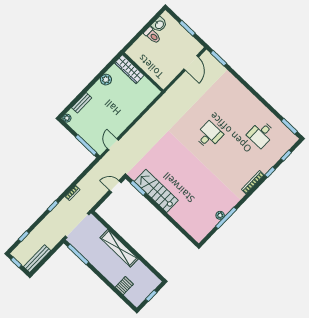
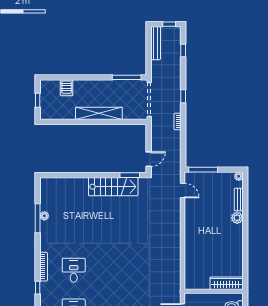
wardrobe: (129, 69) -> (227, 283), moved
wall: (143, 72) -> (214, 291), moved
plant: (106, 80) -> (237, 218), moved
desk: (209, 135) -> (74, 270), moved, turned 180

